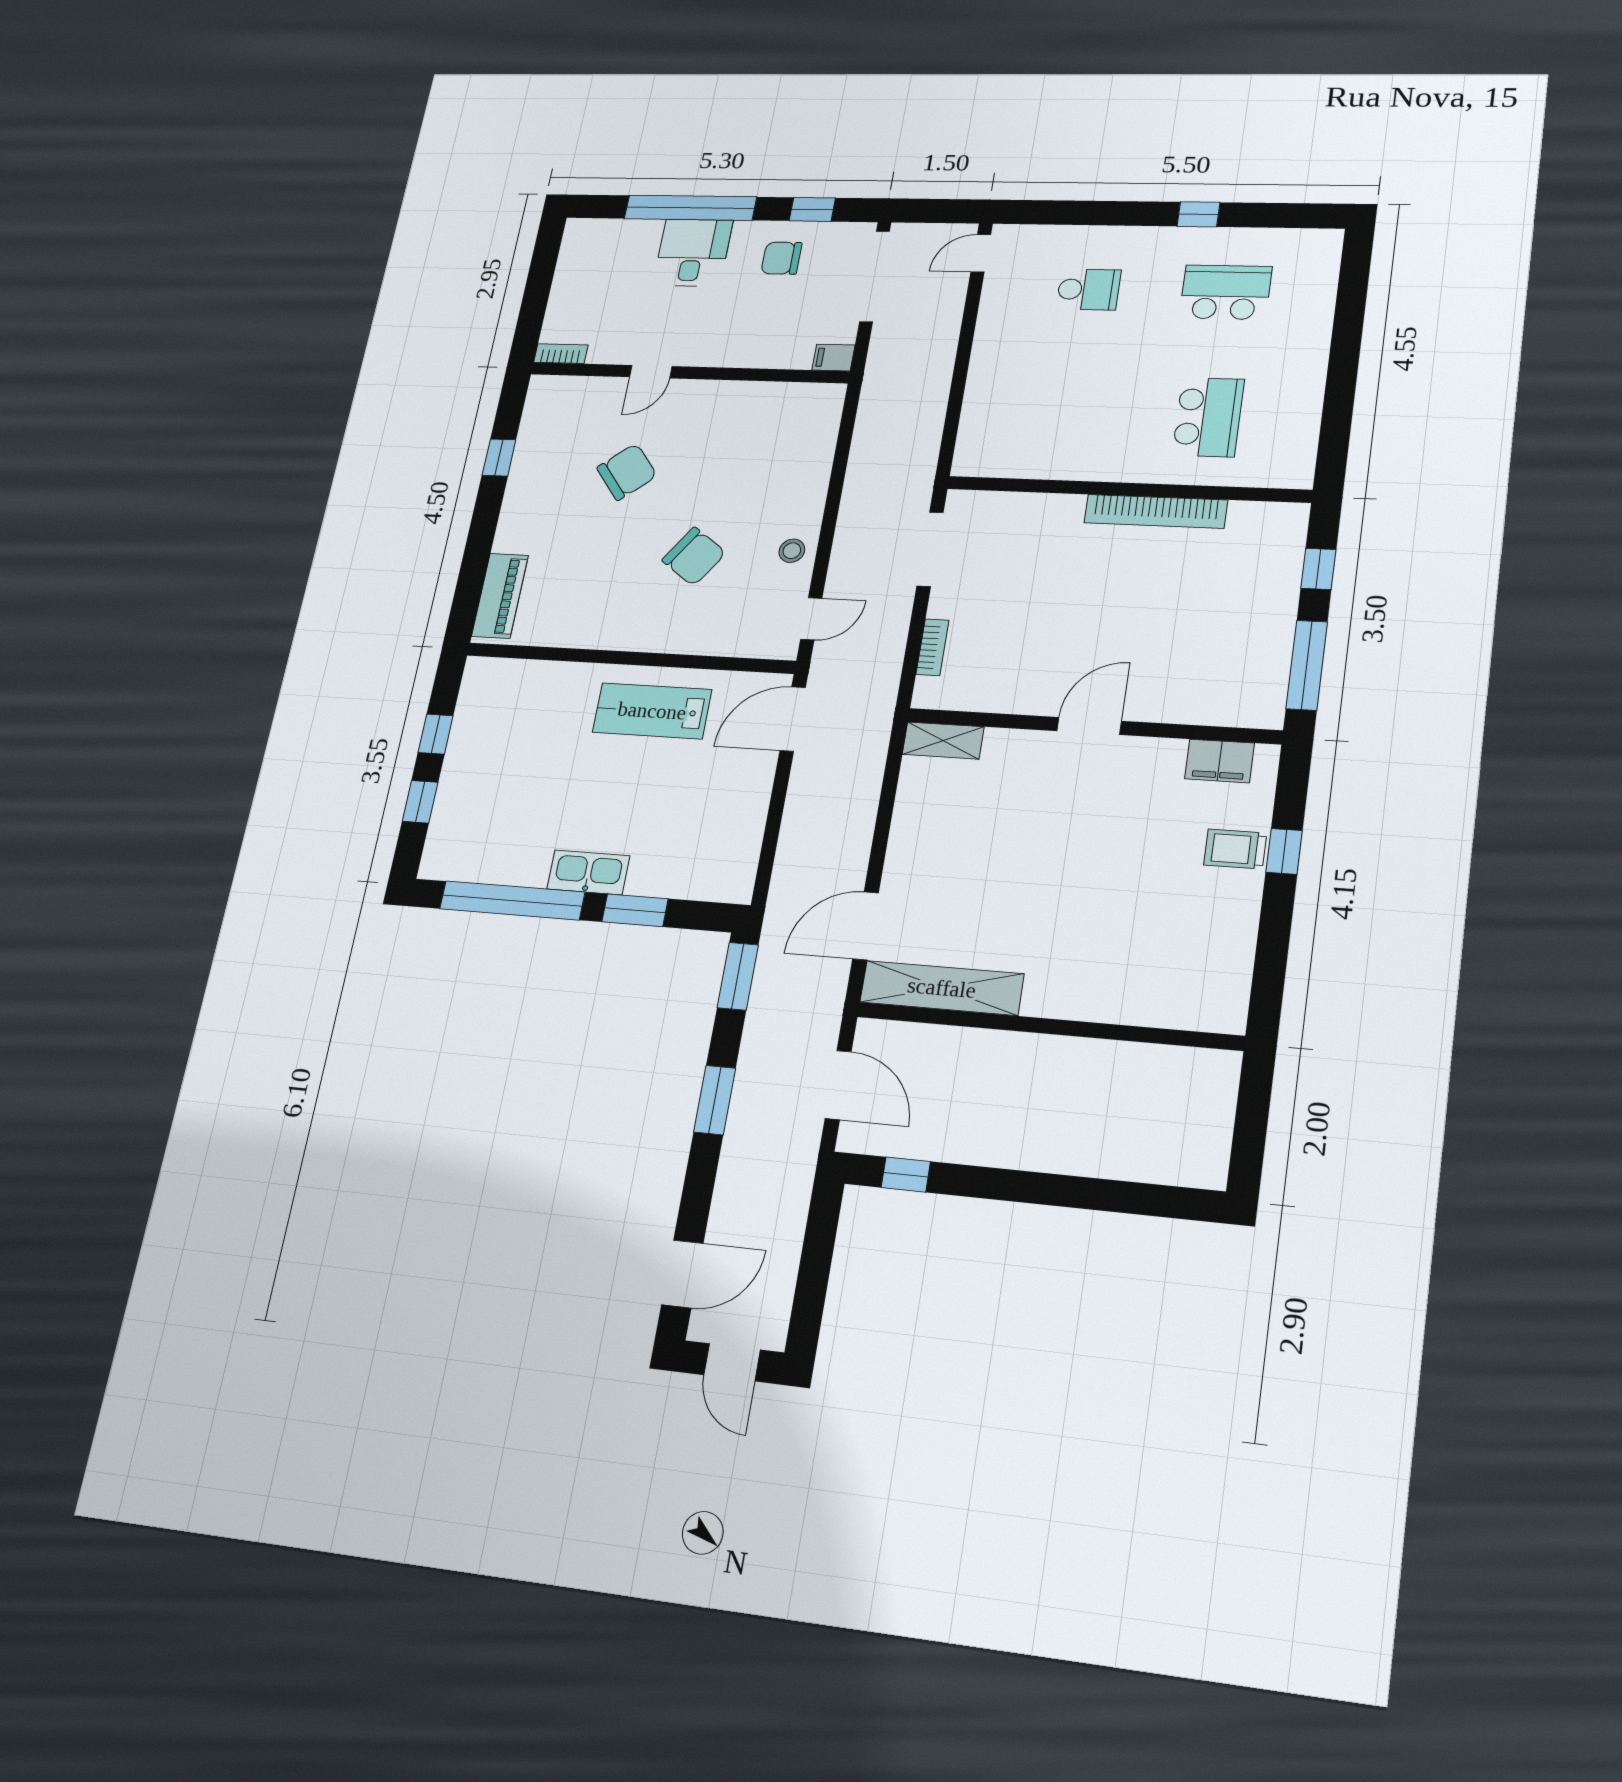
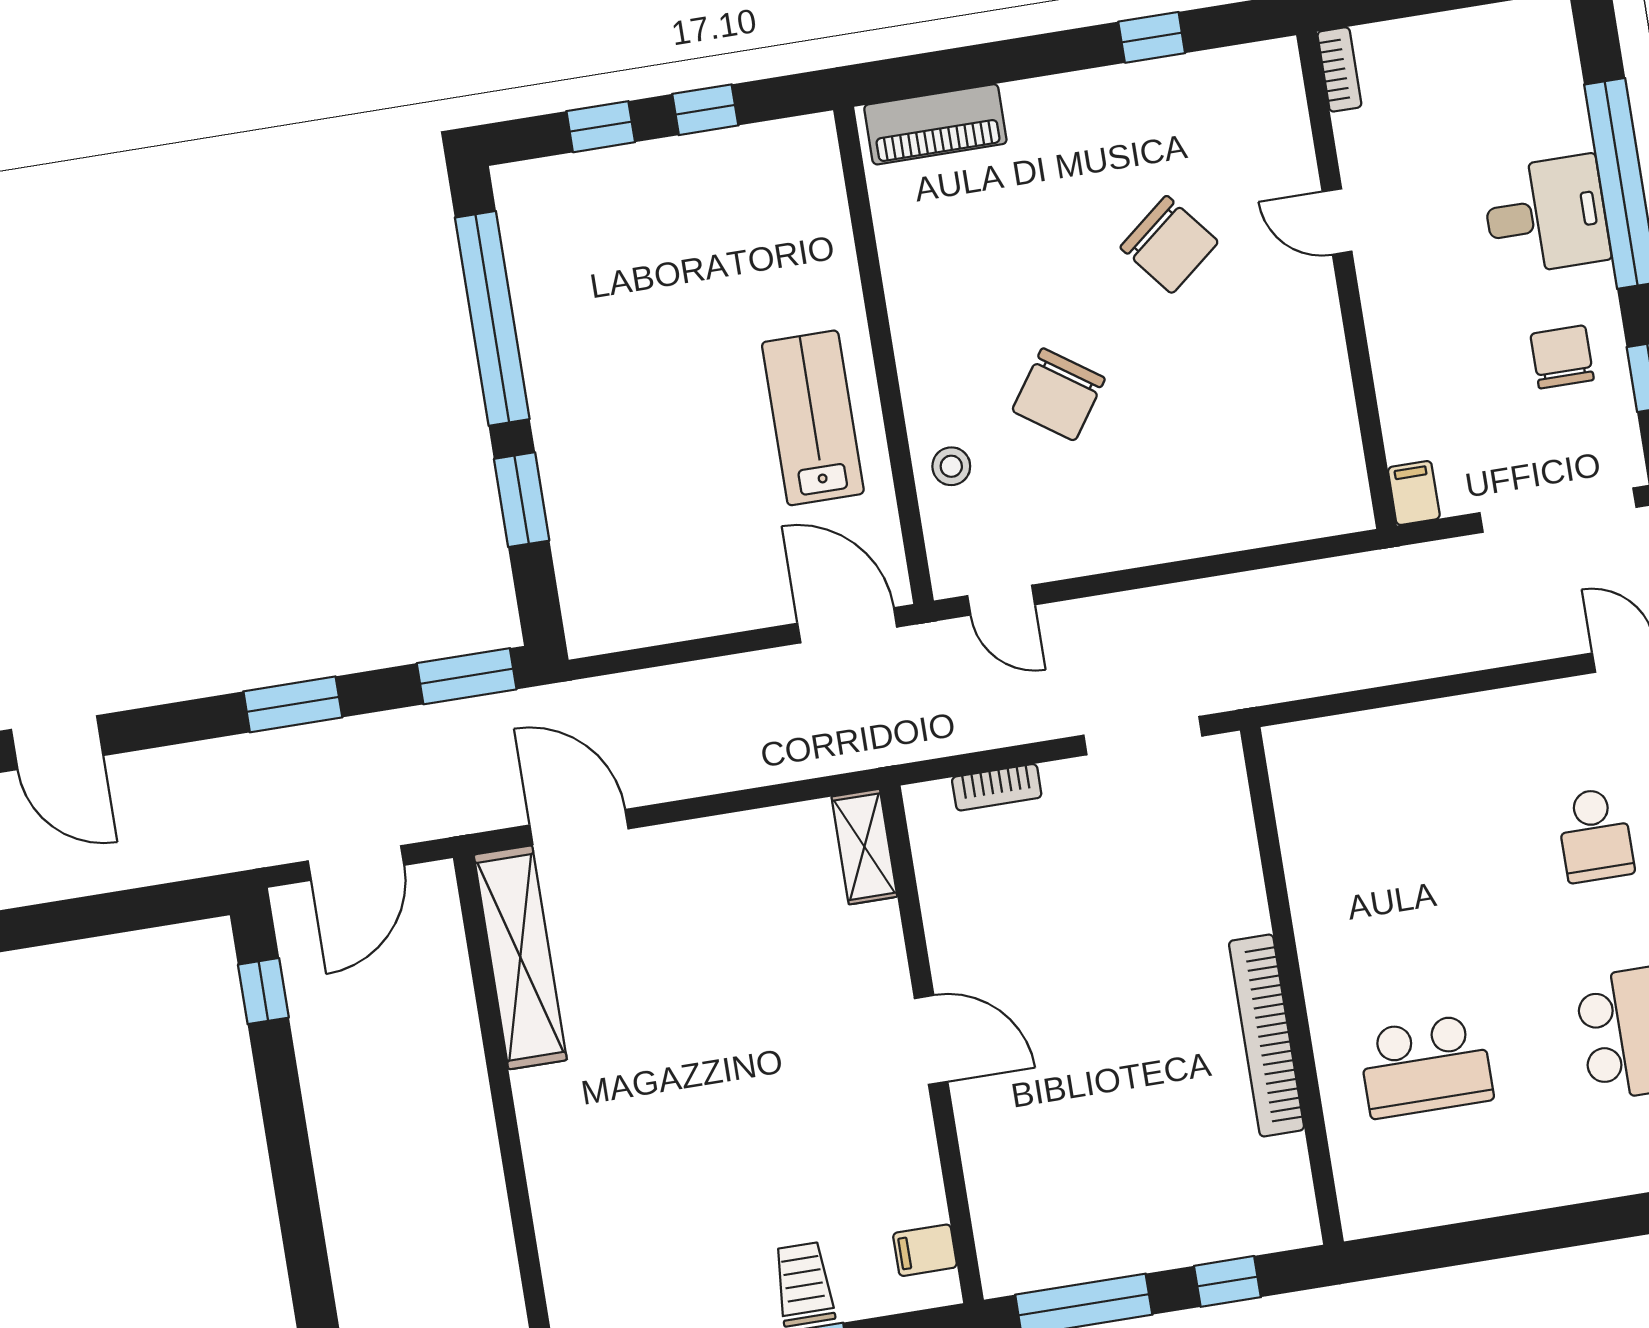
stool: (792, 551) -> (951, 466), moved
filing cabinet: (1219, 761) -> (925, 1250), width x0.50
kitchen sink: (588, 872) -> (559, 413), removed

